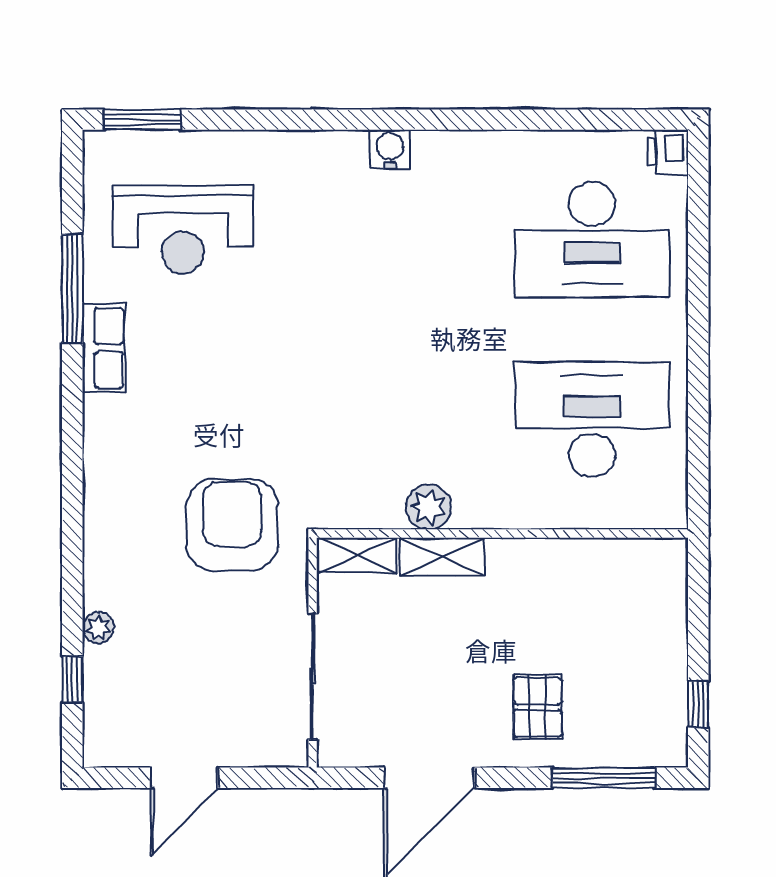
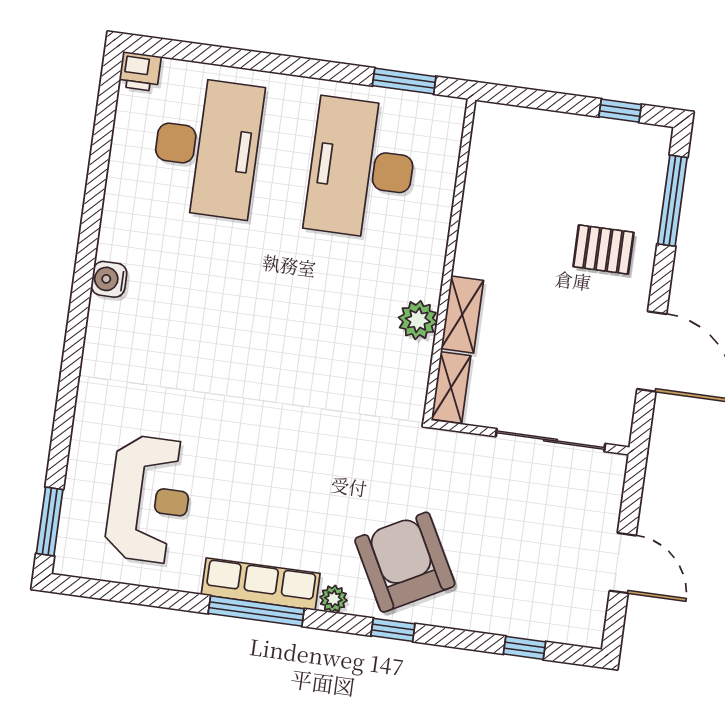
water cooler: (390, 149) -> (109, 279), moved
window: (72, 289) -> (256, 611), moved
row of seats: (104, 348) -> (261, 584), width x1.48
window: (698, 454) -> (404, 81), added
armchair: (232, 525) -> (405, 562), moved, turned 62
window: (72, 527) -> (393, 630), added
plant: (98, 628) -> (333, 599), moved

